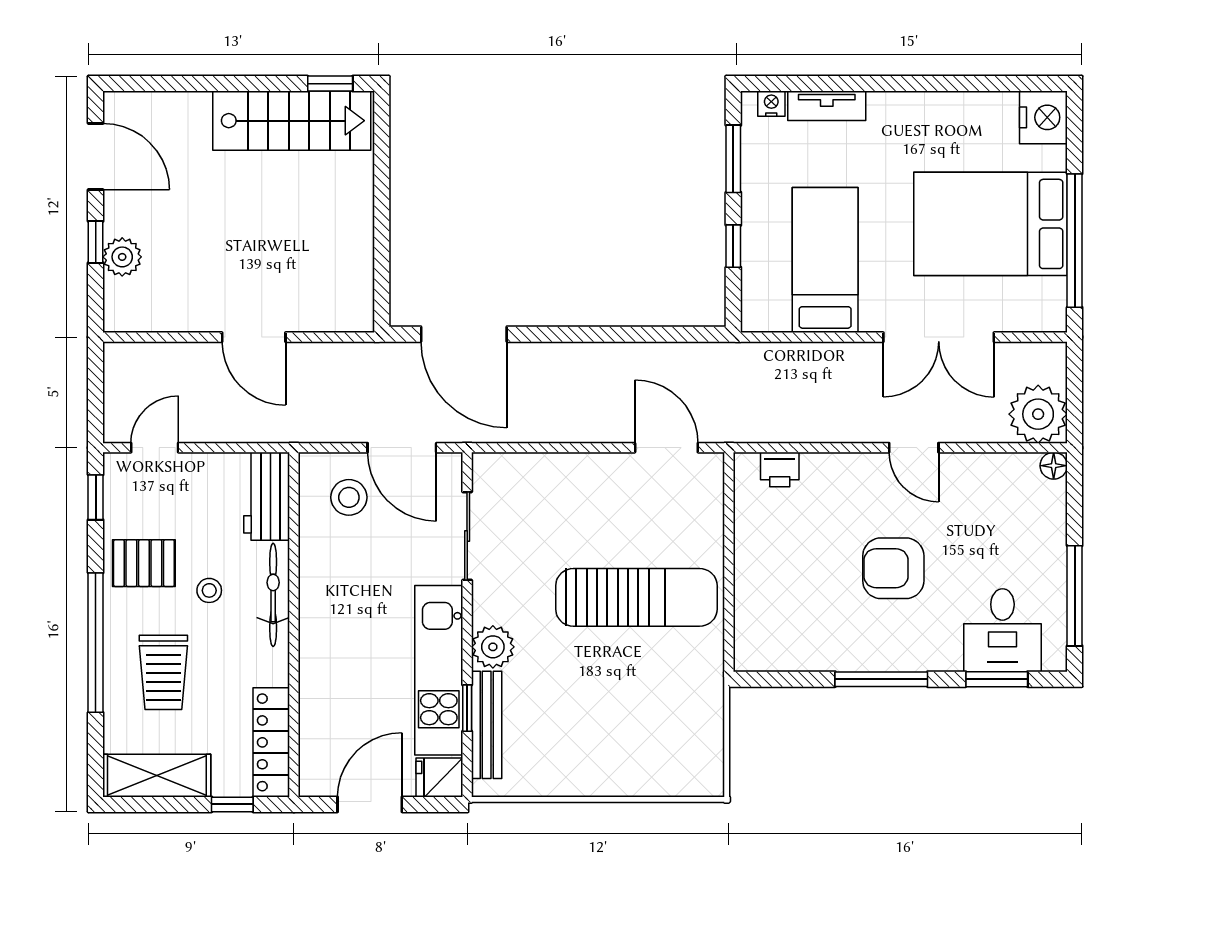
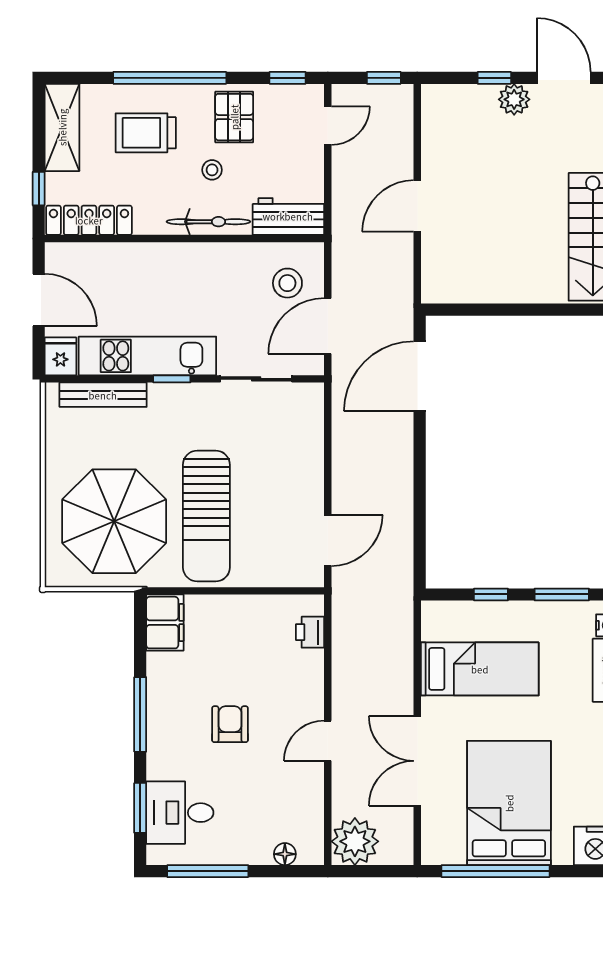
door: (96, 157) -> (564, 78), swing flipped
plant: (122, 257) -> (514, 99), moved
window: (96, 378) -> (384, 78), added
door: (155, 448) -> (328, 126), hinge flipped
floor lamp: (1054, 466) -> (285, 854), moved
armchair: (893, 568) -> (230, 724), width x0.72, depth x0.72
plant: (493, 647) -> (166, 400), removed
filing cabinet: (768, 649) -> (165, 623), added
window: (467, 708) -> (172, 379), moved
parasol: (643, 711) -> (114, 521), added

